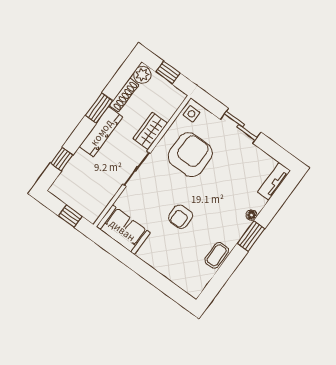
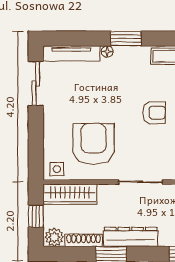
sliding door: (241, 126) -> (36, 84), moved
wardrobe: (150, 131) -> (70, 194), moved, width x1.50
armchair: (190, 155) -> (94, 144), turned 90
tv unit: (274, 181) -> (71, 53), width x1.41

